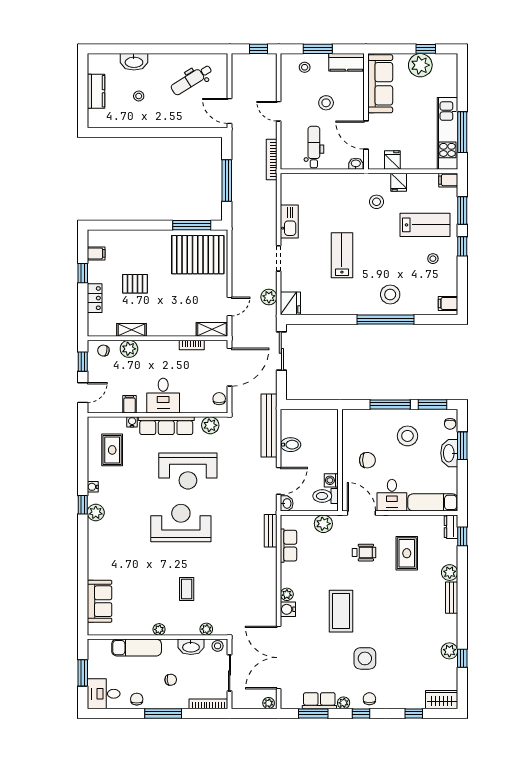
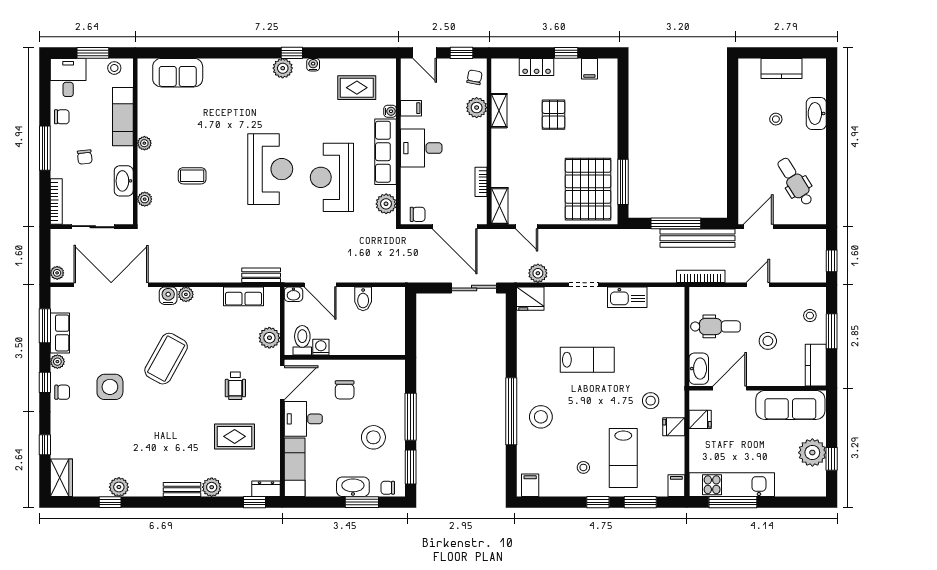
washbasin: (356, 164) -> (699, 369), width x1.91, depth x1.45
bench: (269, 426) -> (698, 238), moved
coffee table: (341, 611) -> (166, 359), turned -61
stool: (218, 646) -> (114, 68), moved

